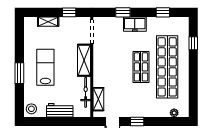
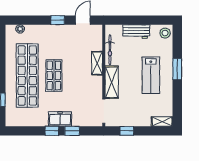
window: (163, 12) -> (52, 131), moved
shelving: (48, 22) -> (162, 122), moved
shelving: (98, 99) -> (97, 63), moved

